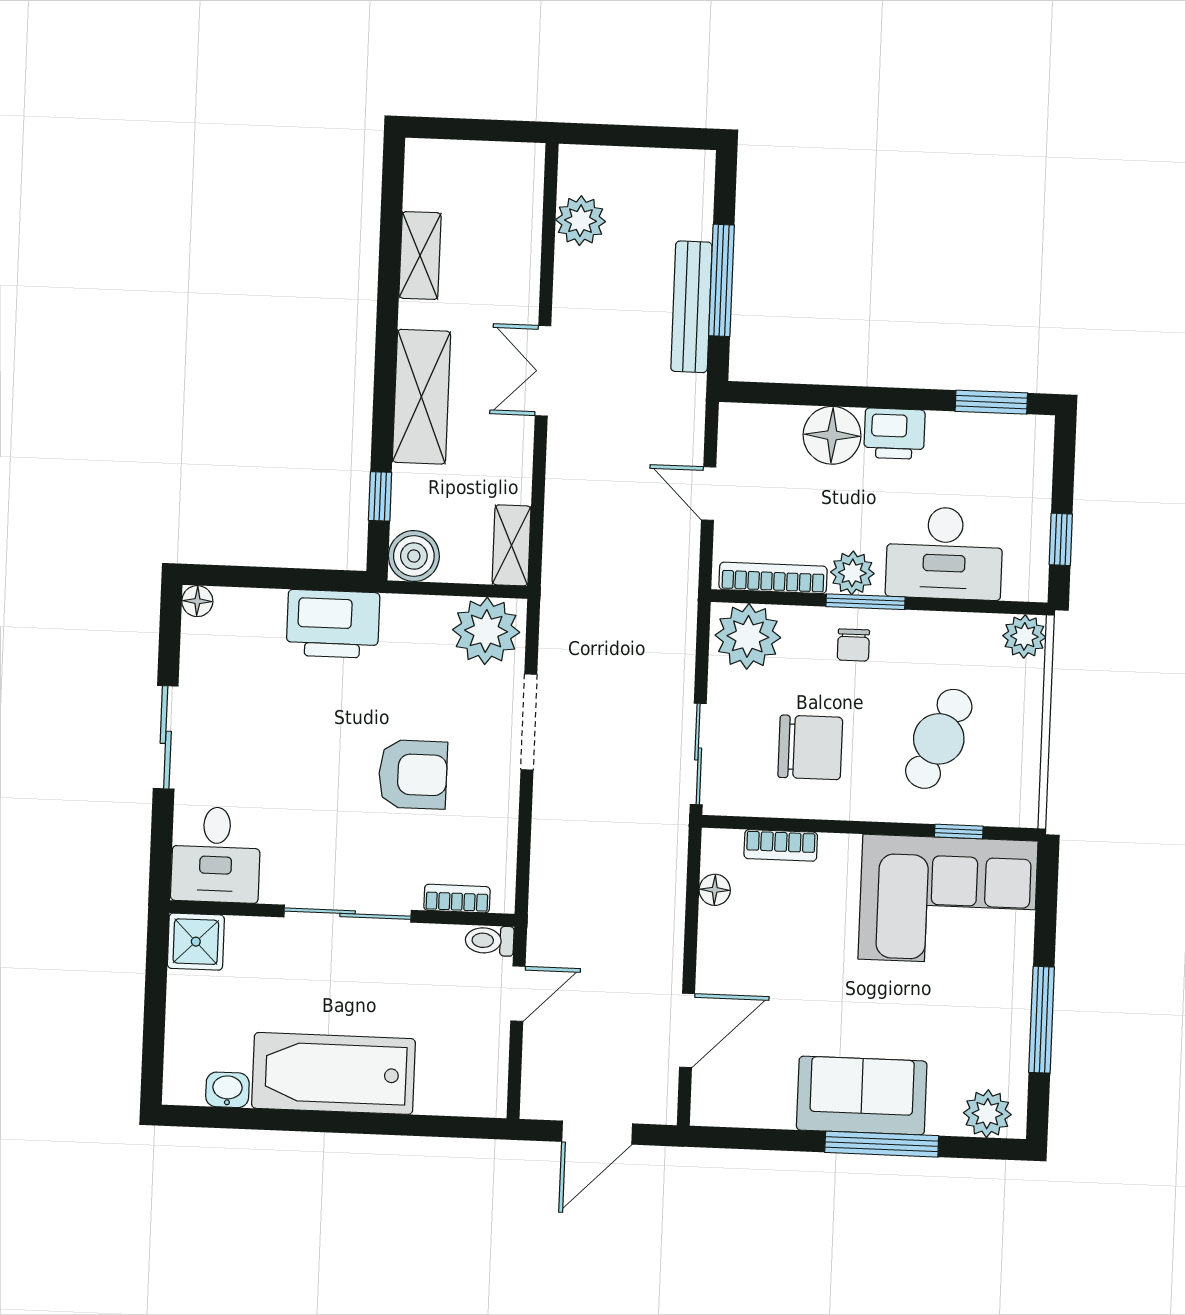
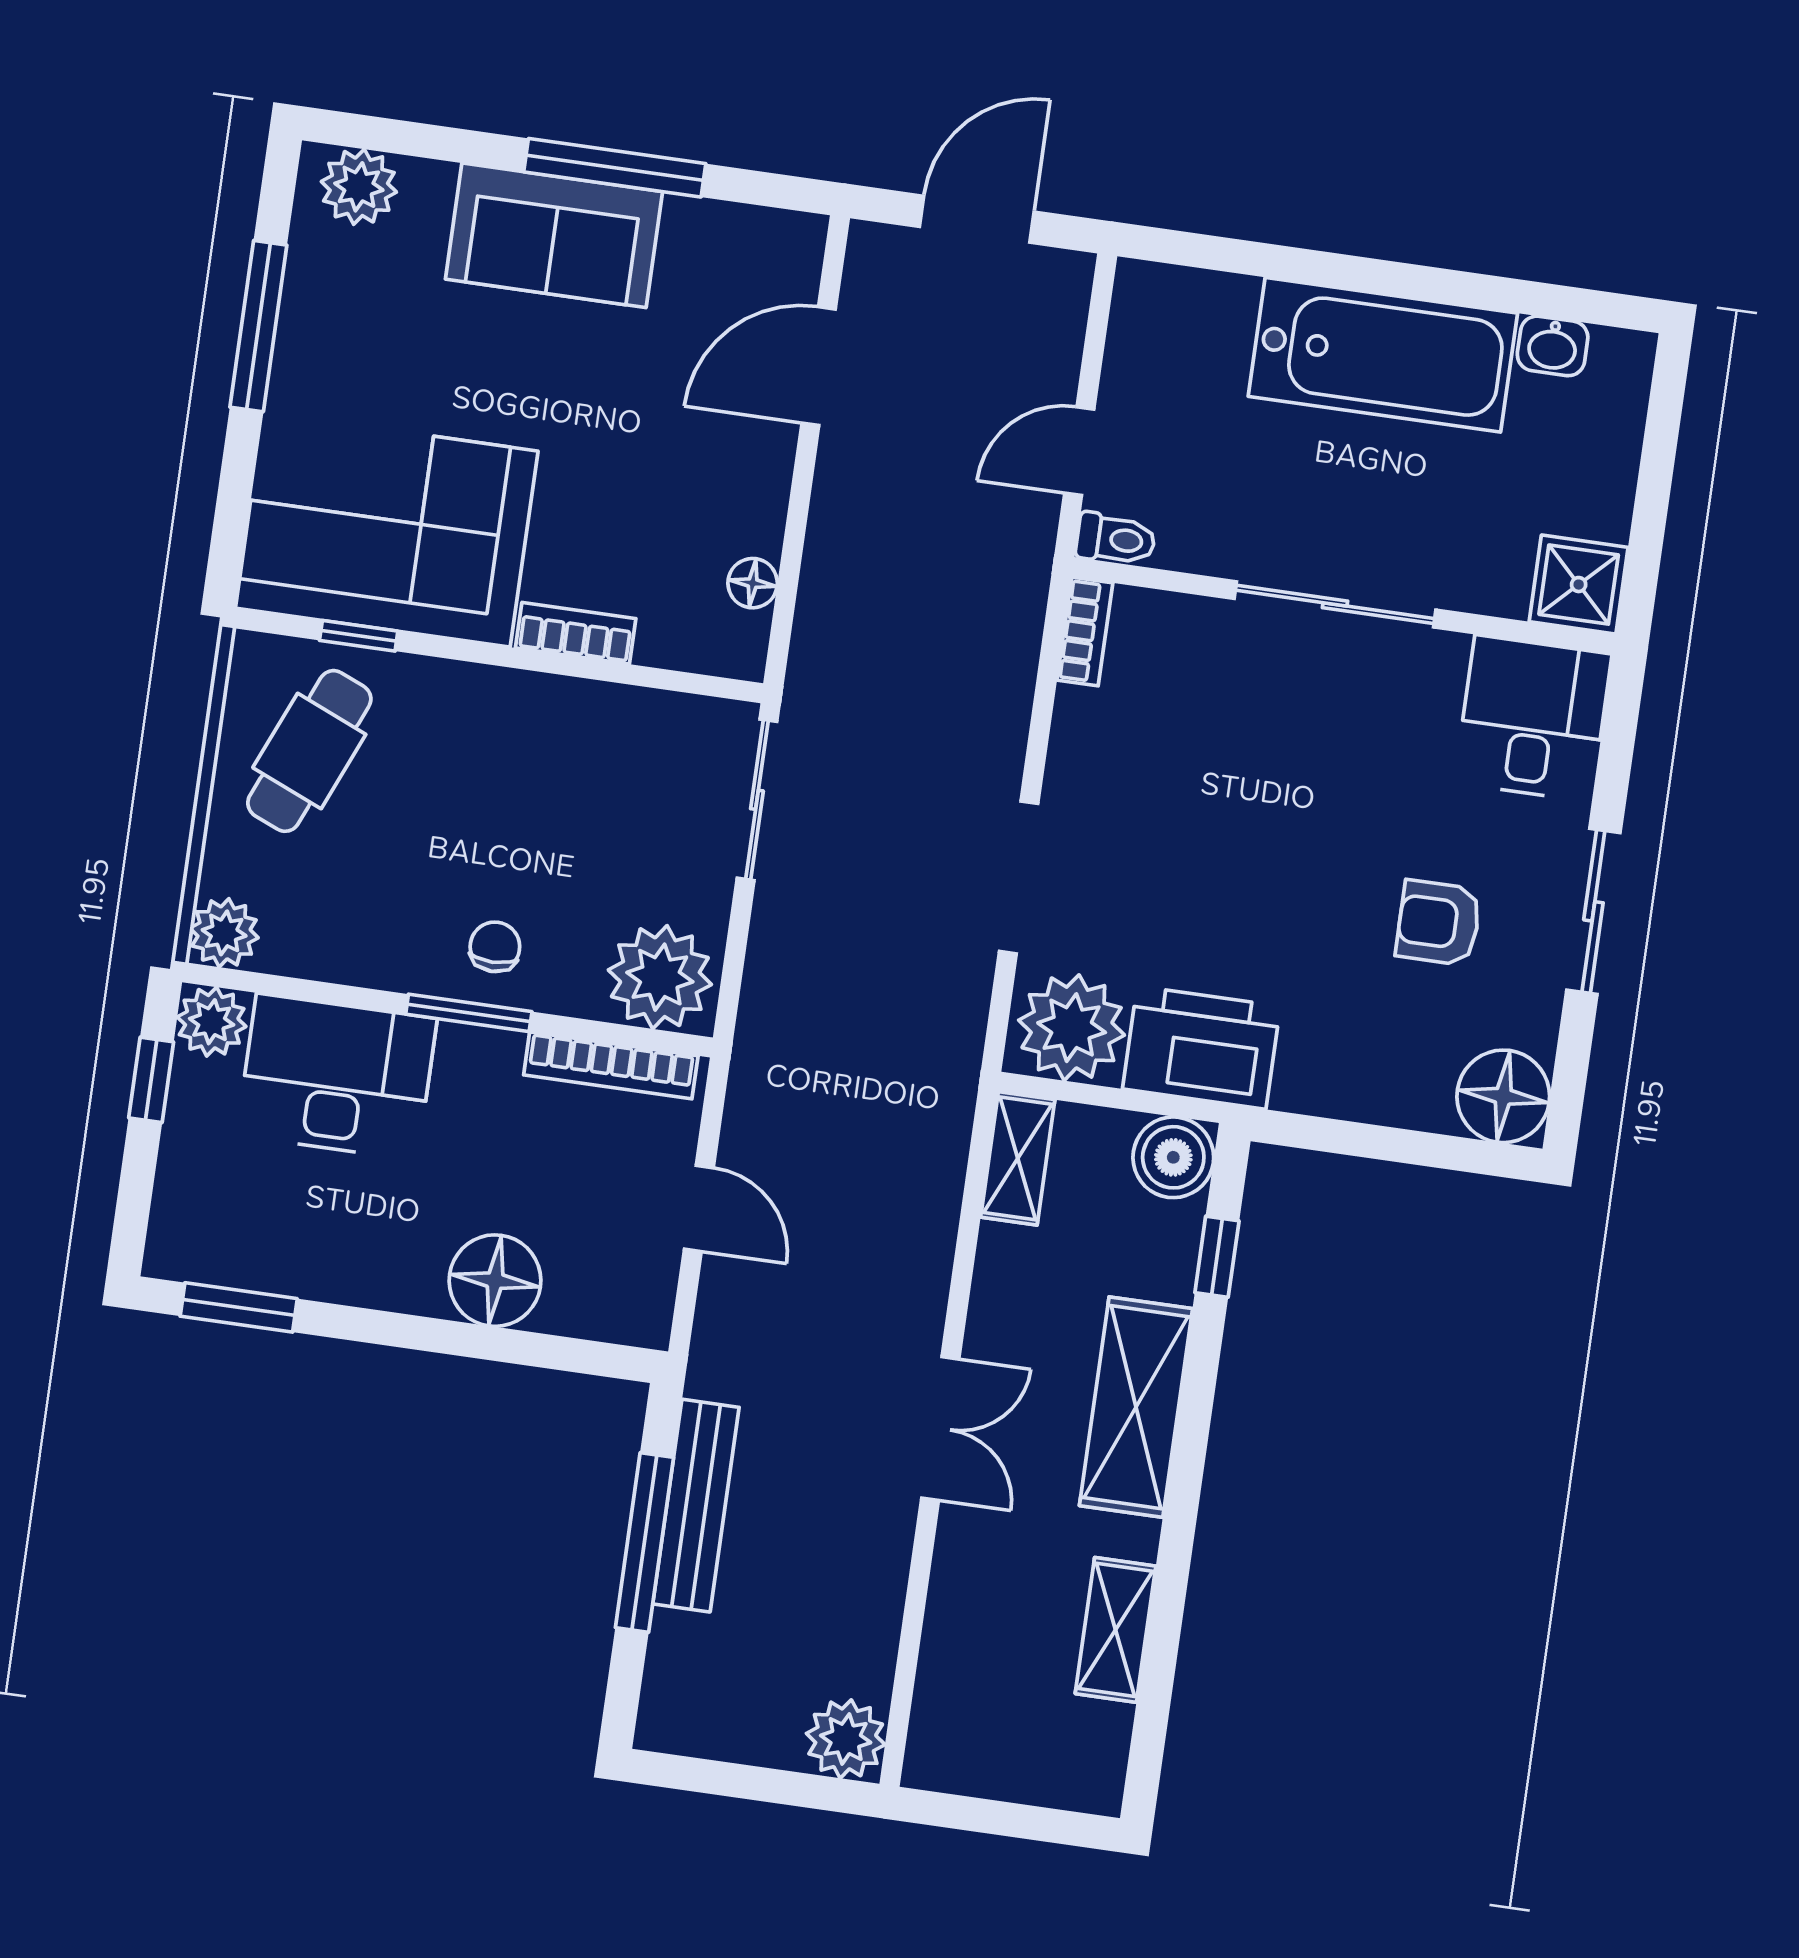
plant: (580, 221) -> (846, 1739), moved
printer: (894, 434) -> (396, 1273), removed
plant: (852, 573) -> (212, 1022), moved
floor lamp: (197, 601) -> (1503, 1096), width x1.89, depth x1.89
printer: (333, 624) -> (1201, 1048), moved
cafe table: (939, 739) -> (309, 751), moved
chair: (810, 747) -> (579, 792), removed
armchair: (413, 774) -> (1439, 923), moved, width x0.72, depth x0.72
bookcase: (781, 845) -> (576, 633), moved
bookcase: (457, 899) -> (1085, 631), moved, turned -90
window: (882, 1144) -> (615, 168), moved

